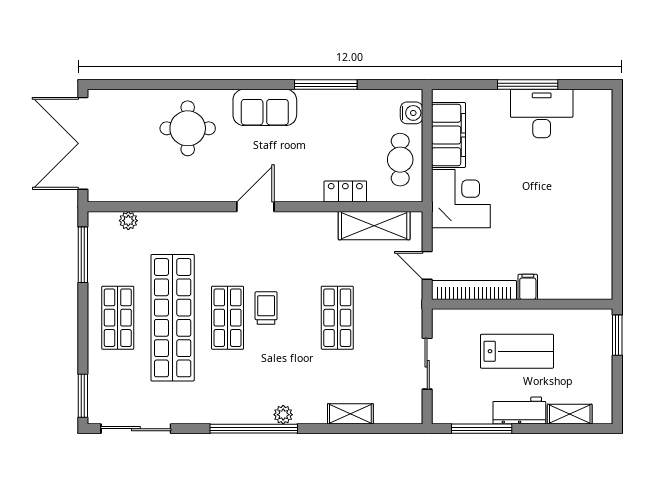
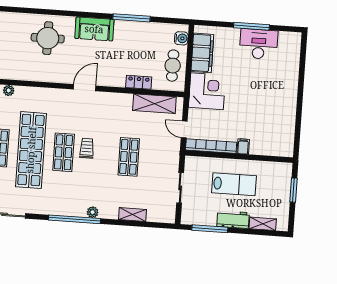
window: (617, 335) -> (293, 190), moved

